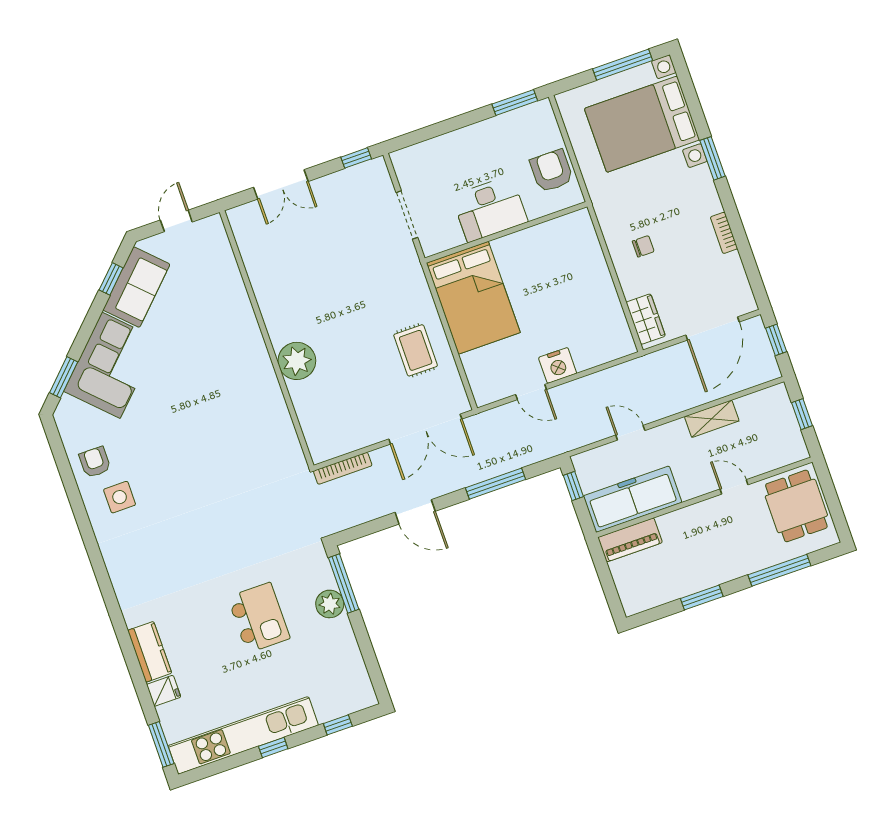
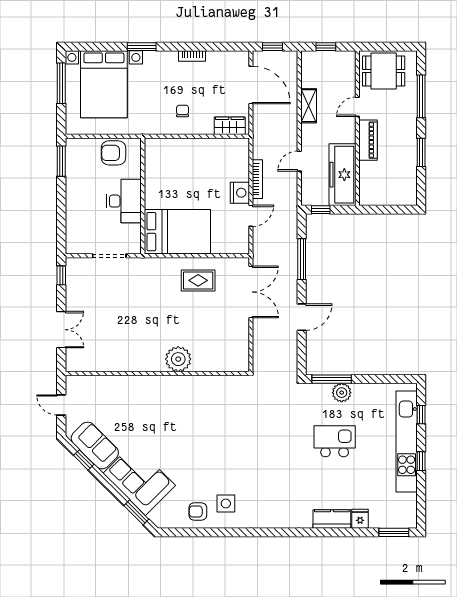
bookcase: (343, 468) -> (257, 179), moved
piano: (630, 540) -> (368, 140), moved
kitchen unit: (243, 735) -> (407, 441), moved

